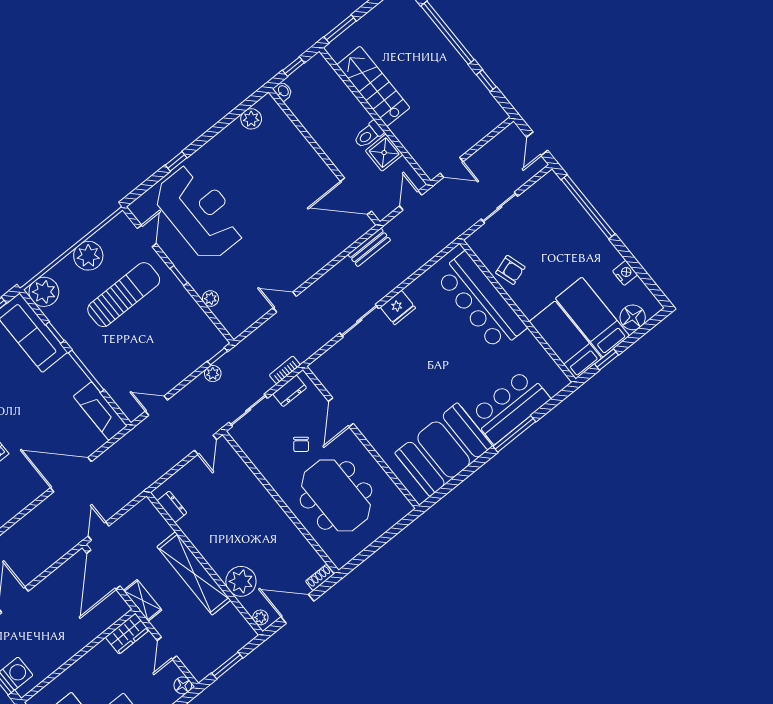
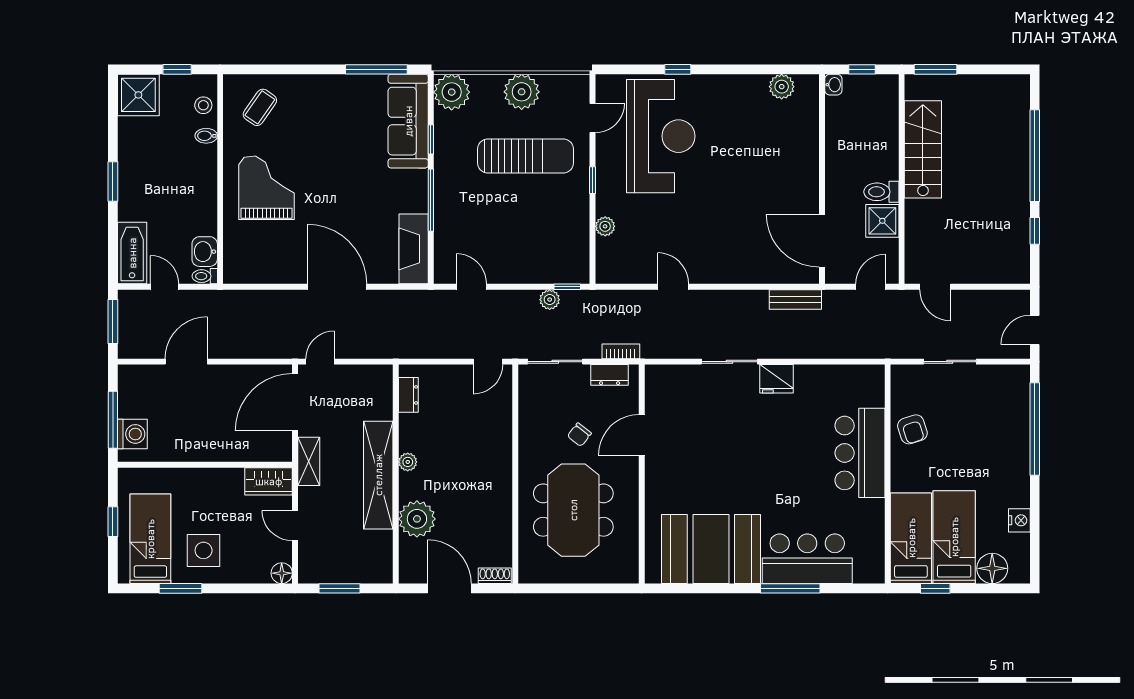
bar counter: (481, 302) -> (860, 453), width x0.73
plant: (260, 617) -> (408, 462), moved
door: (167, 648) -> (295, 526), hinge flipped

